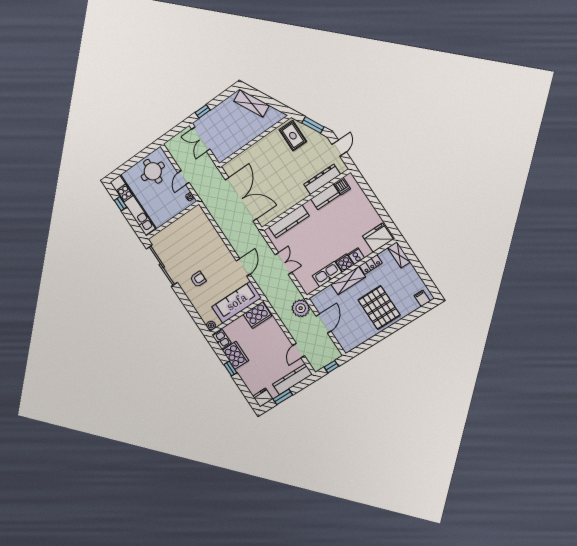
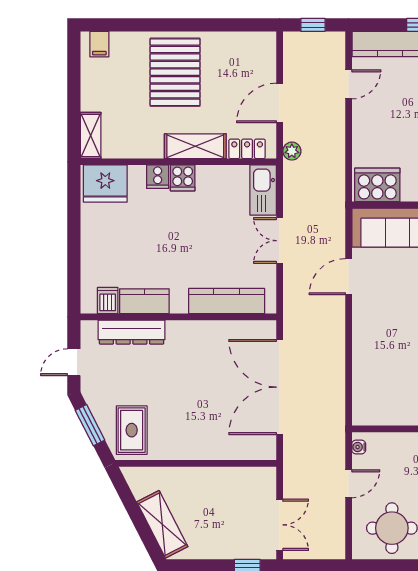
locker: (371, 264) -> (247, 149), moved
kitchen sink: (327, 274) -> (263, 190), moved, turned 90
plant: (301, 308) -> (292, 151), width x0.53, depth x0.53

